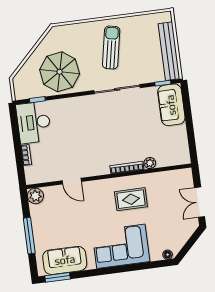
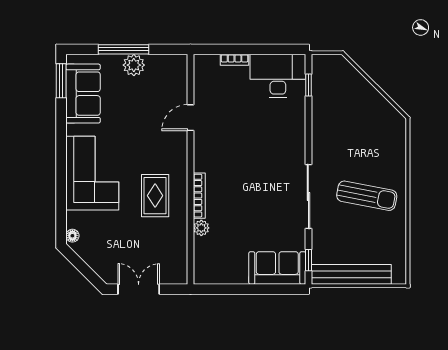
parasol: (60, 72) -> (343, 121), removed
plant: (35, 196) -> (134, 65), moved

